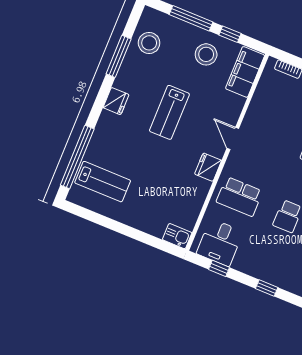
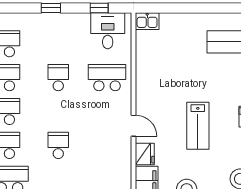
lab bench: (169, 112) -> (198, 126), turned 180
fridge: (208, 167) -> (145, 154), moved

